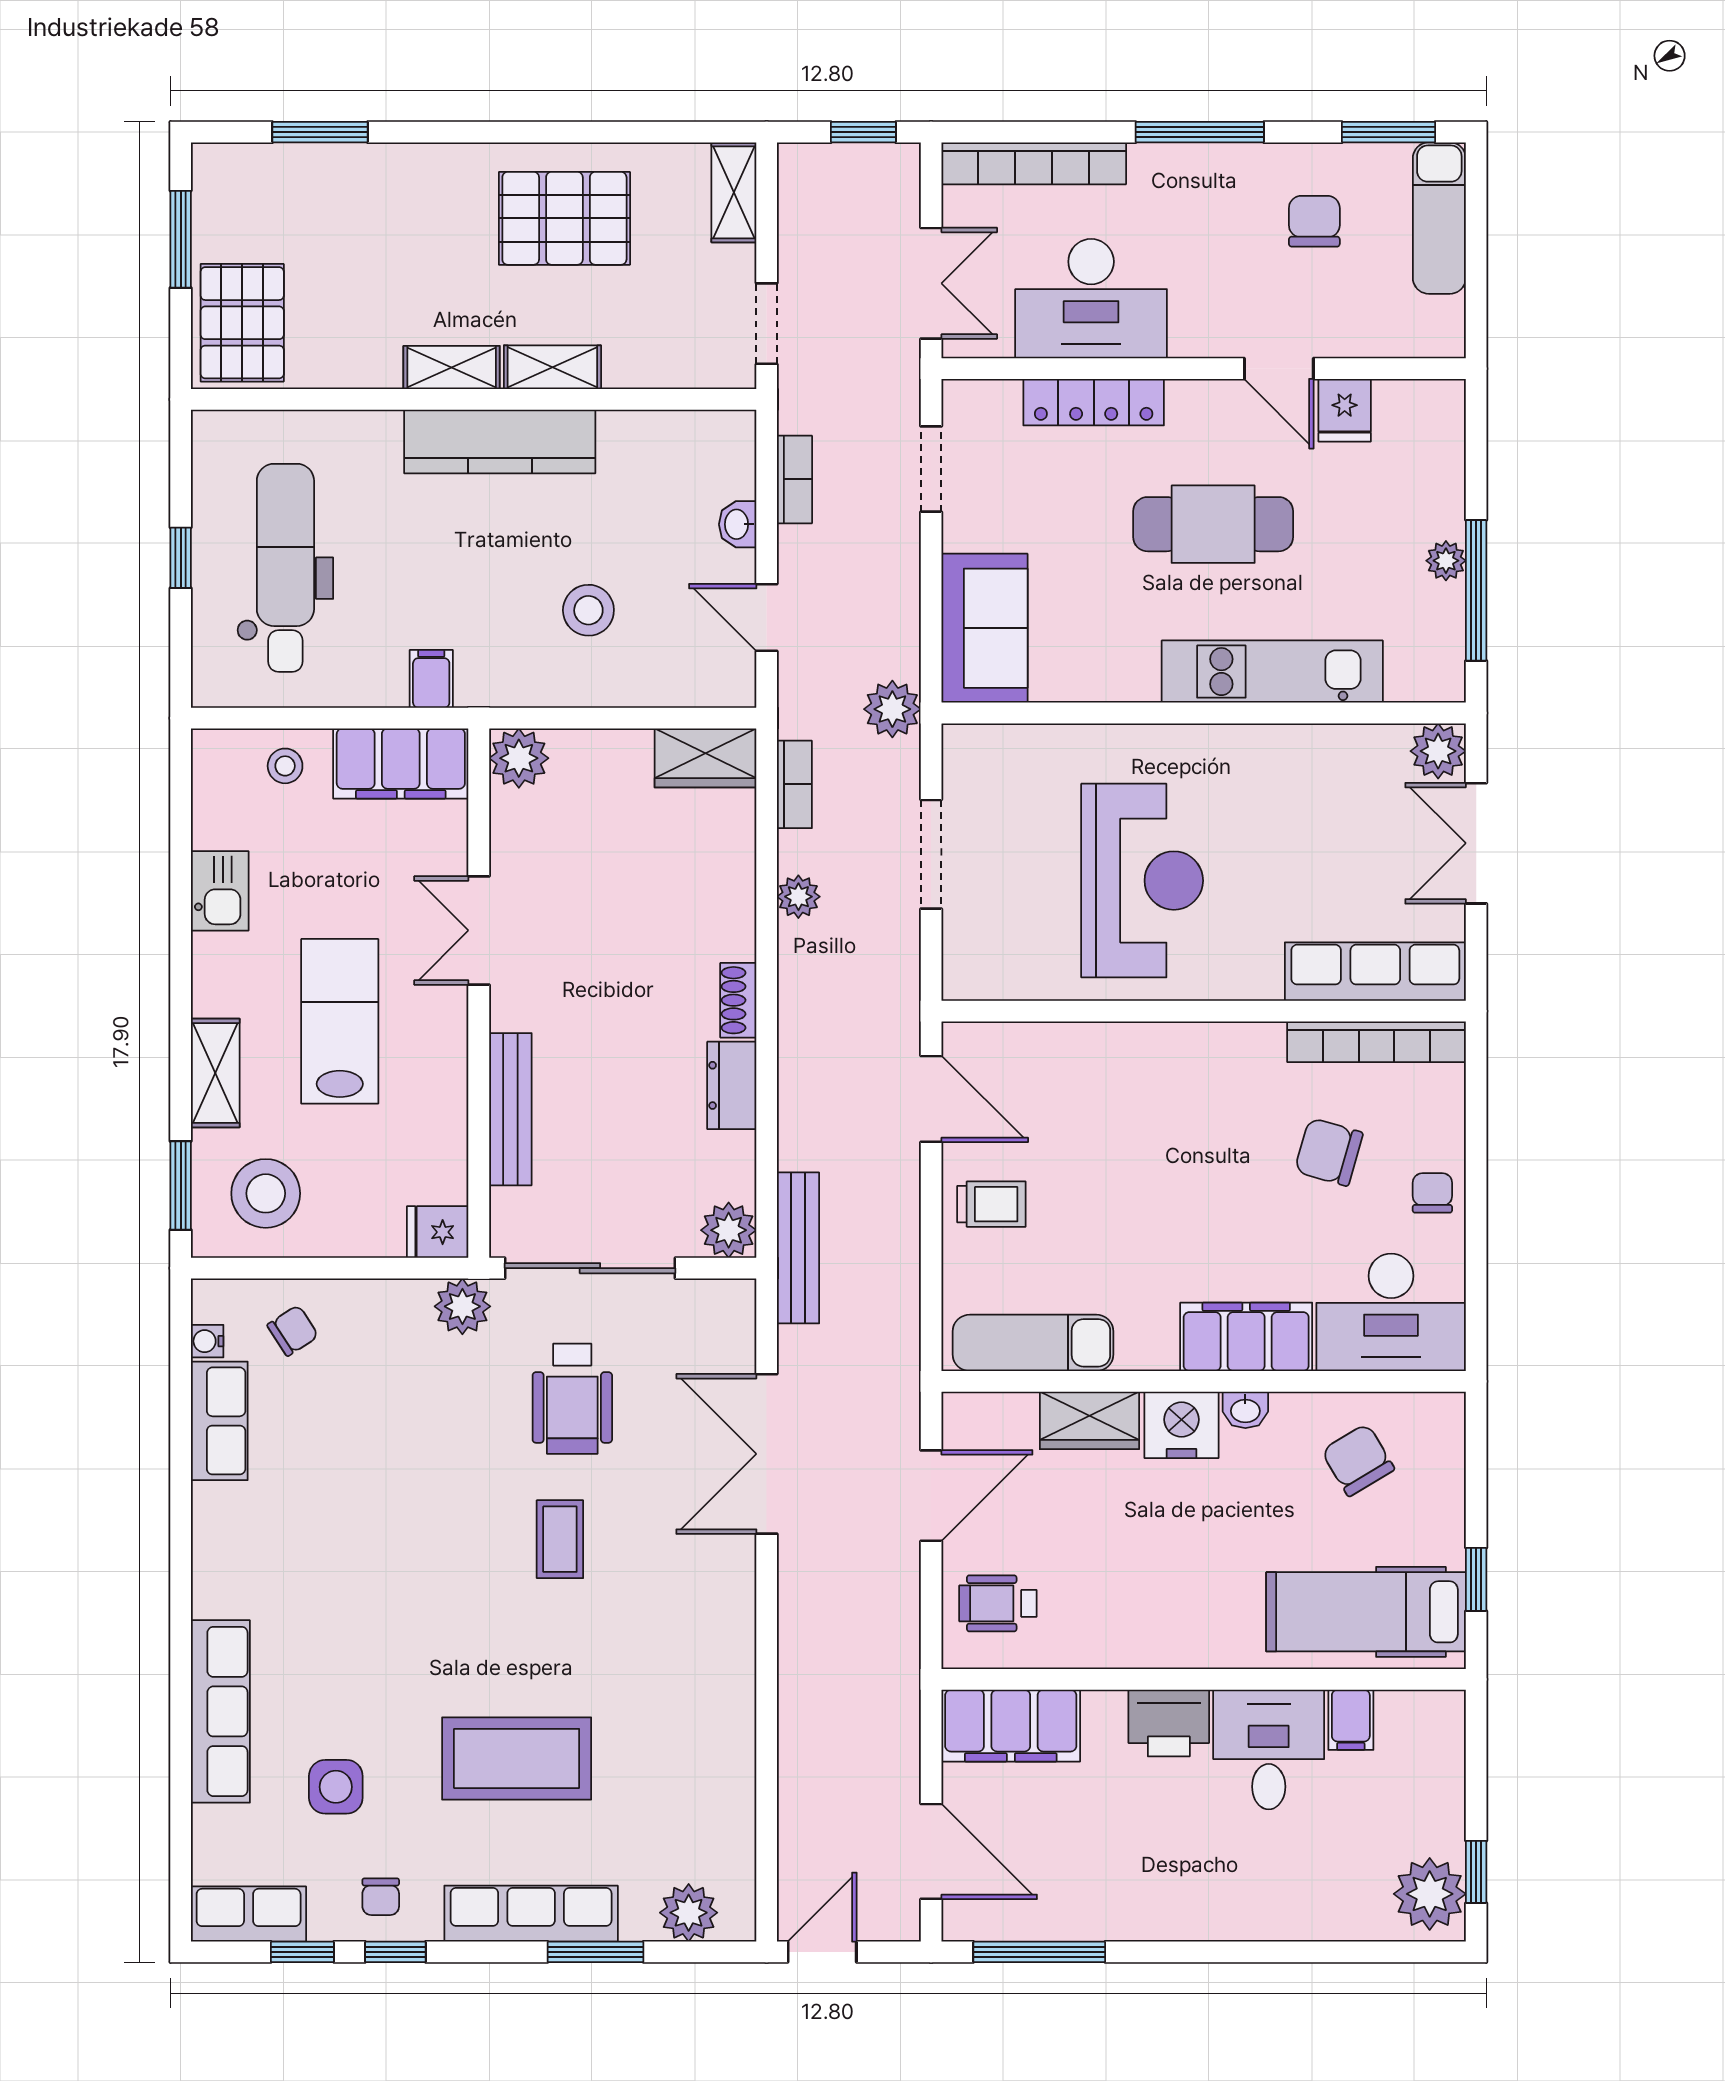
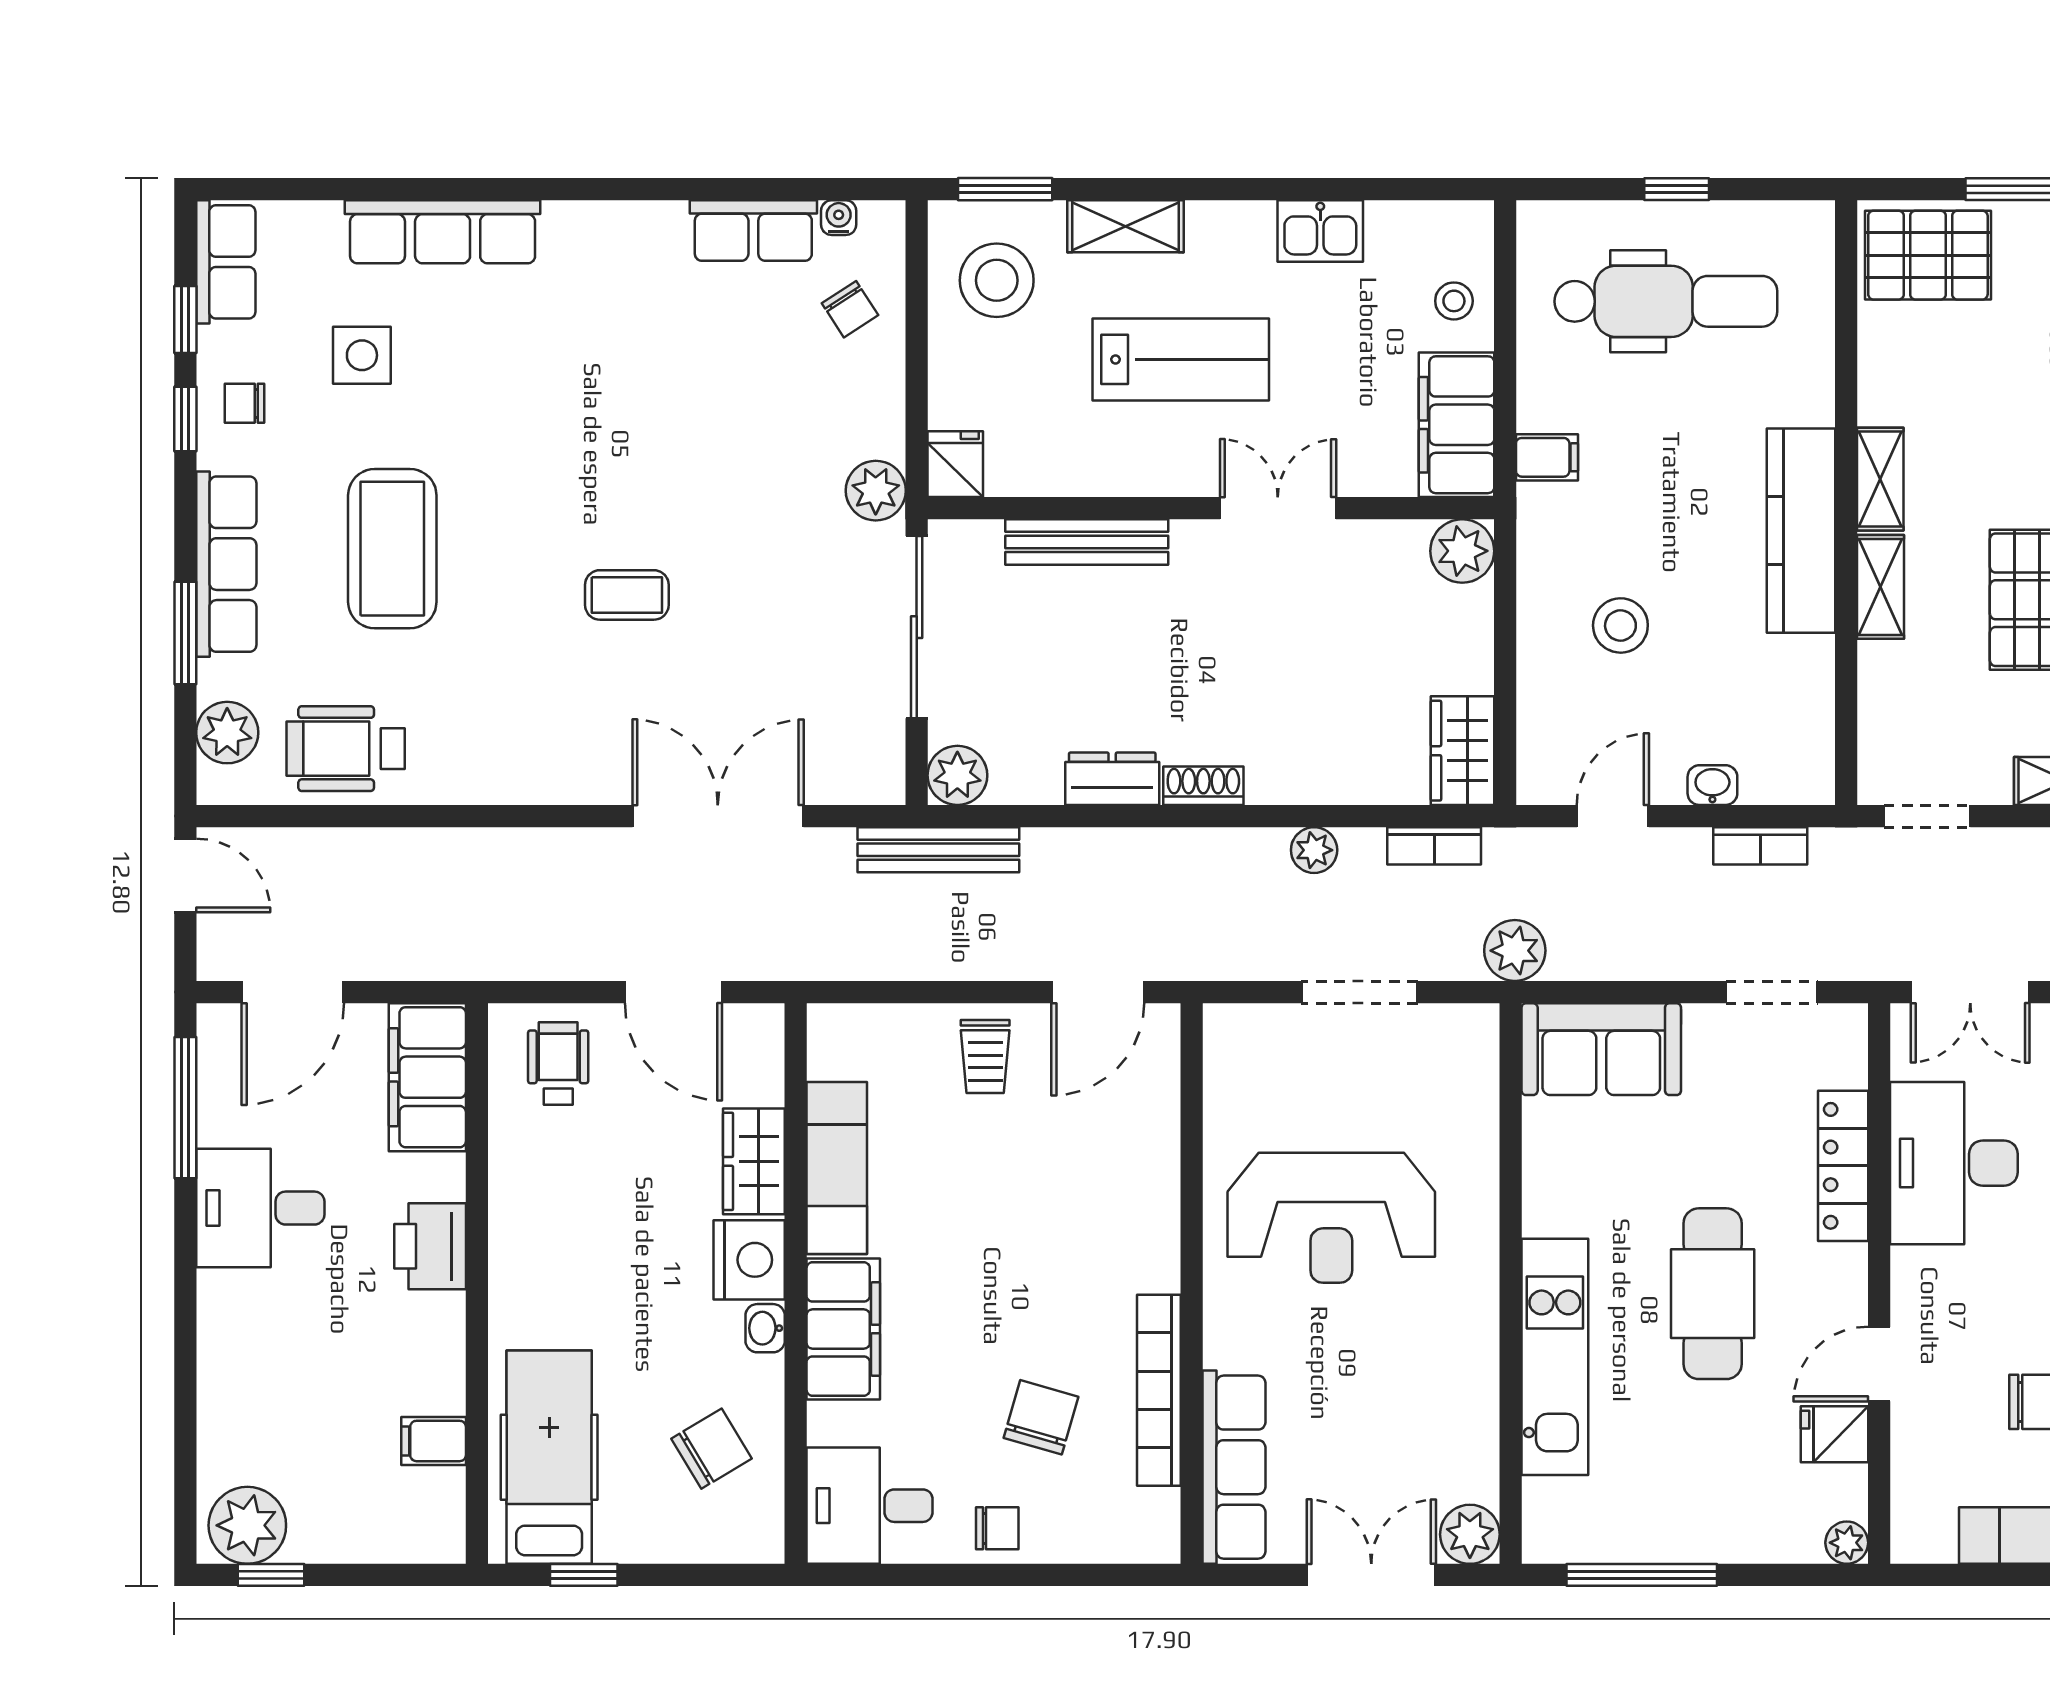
plant: (1446, 561) -> (1847, 1543), moved
bookcase: (1376, 1042) -> (1159, 1390), moved
desk: (1391, 1312) -> (870, 1506), width x0.73
exam couch: (1033, 1343) -> (837, 1168), moved
wheelchair: (572, 1399) -> (346, 749), moved
desk: (1269, 1750) -> (260, 1208), moved, turned 180

